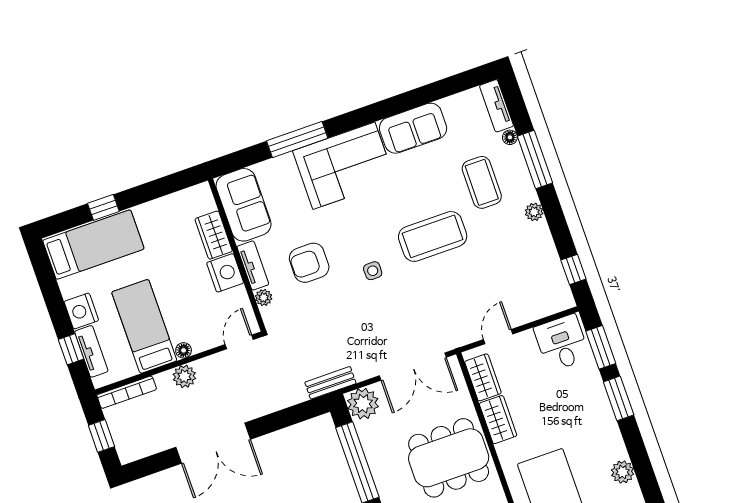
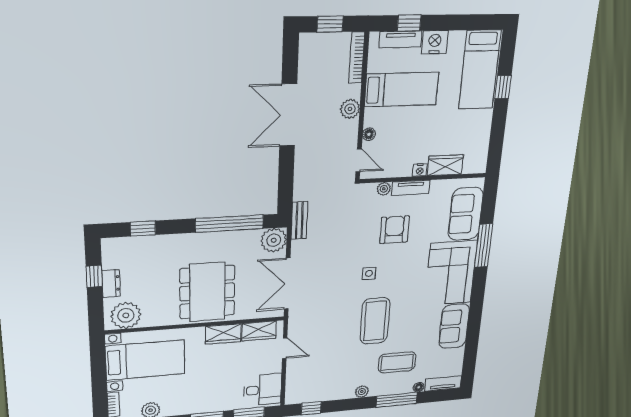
sofa: (244, 205) -> (466, 214), moved, turned 90
nightstand: (225, 273) -> (420, 170), width x0.53, depth x0.56
floor lamp: (184, 350) -> (369, 134), moved

